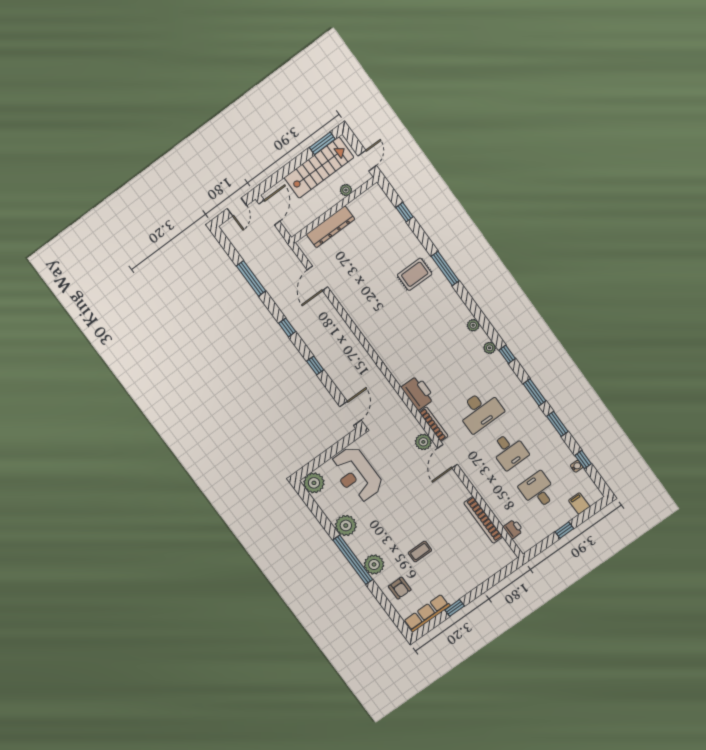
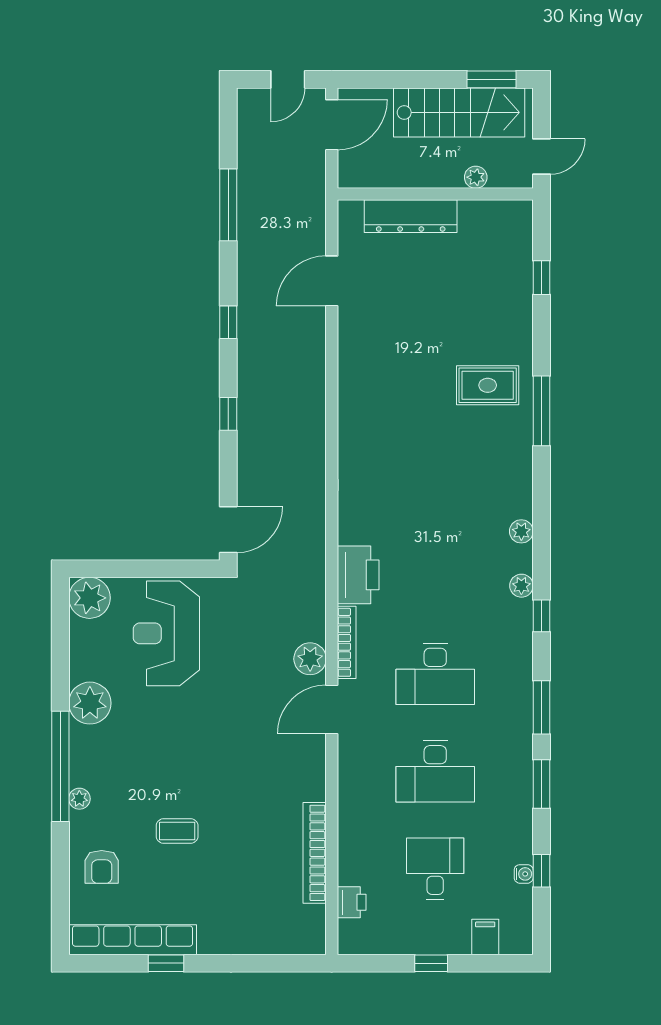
desk: (509, 451) -> (435, 771), width x1.37
plant: (374, 564) -> (79, 799), width x0.53, depth x0.53
row of seats: (427, 613) -> (133, 940), width x1.36

